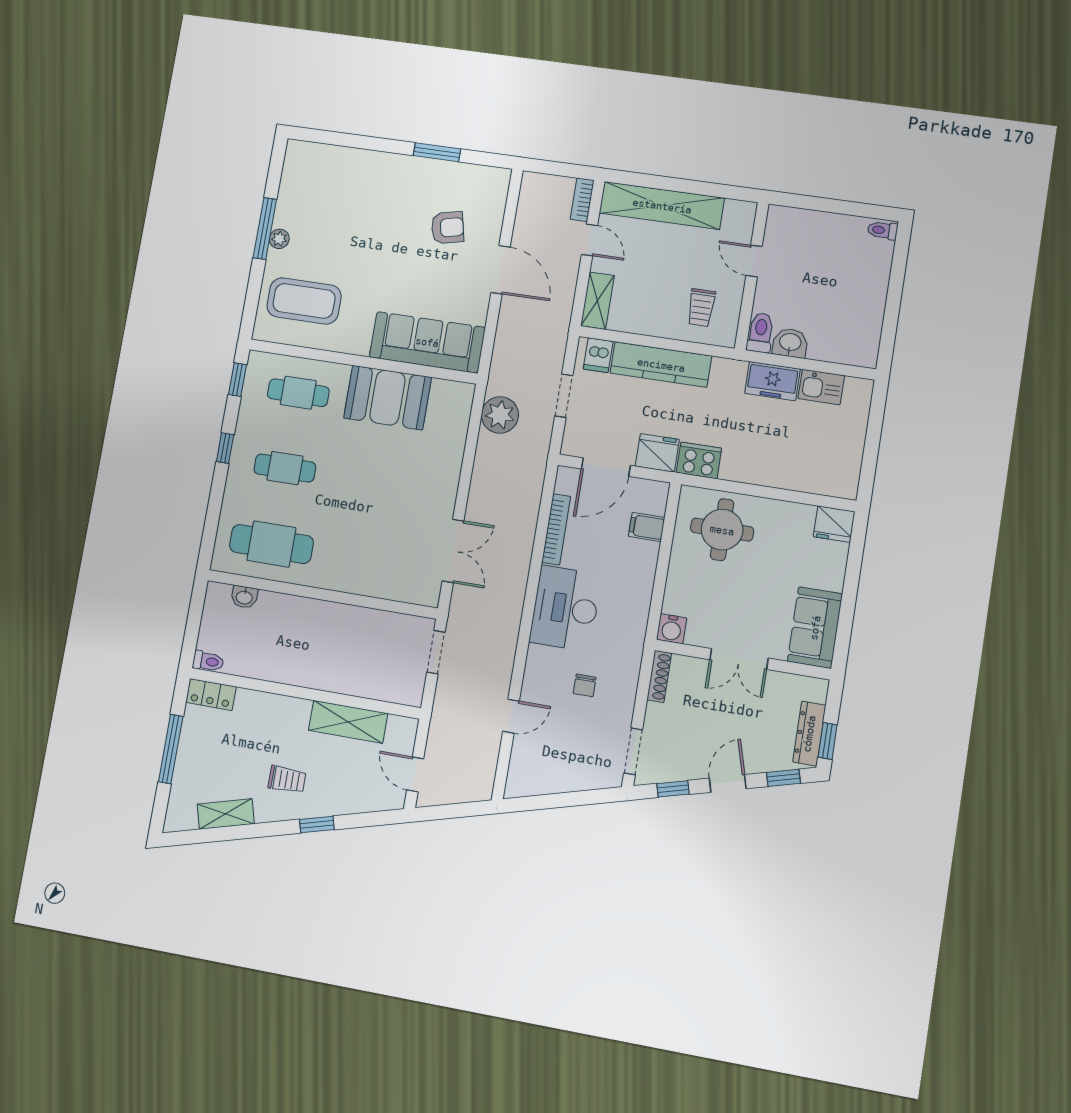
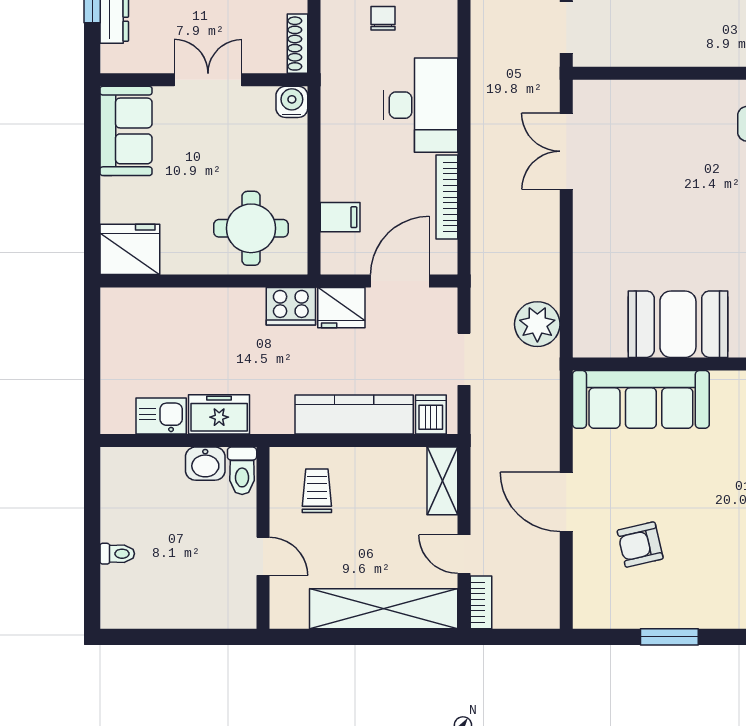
toilet: (883, 230) -> (117, 554), moved
fridge: (834, 524) -> (130, 249), width x1.36, depth x1.34

